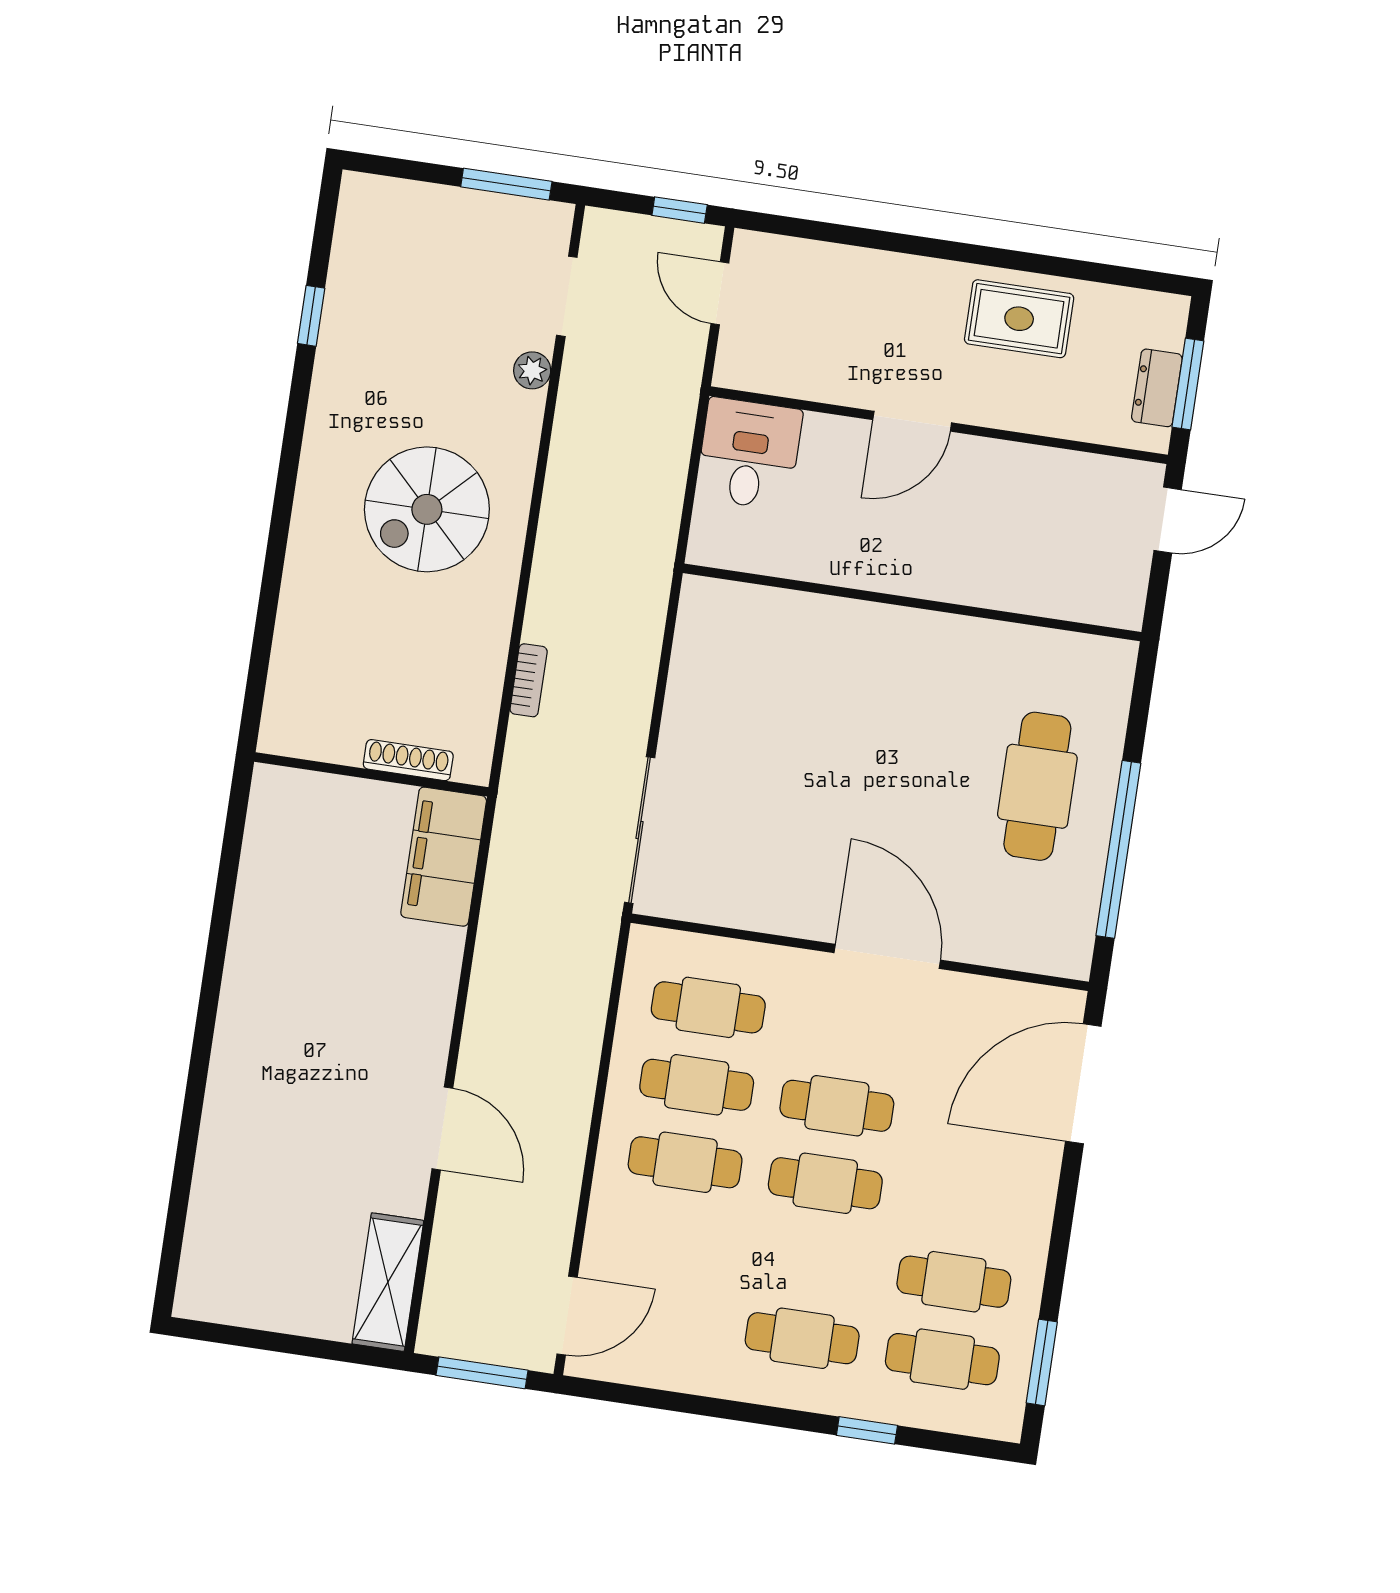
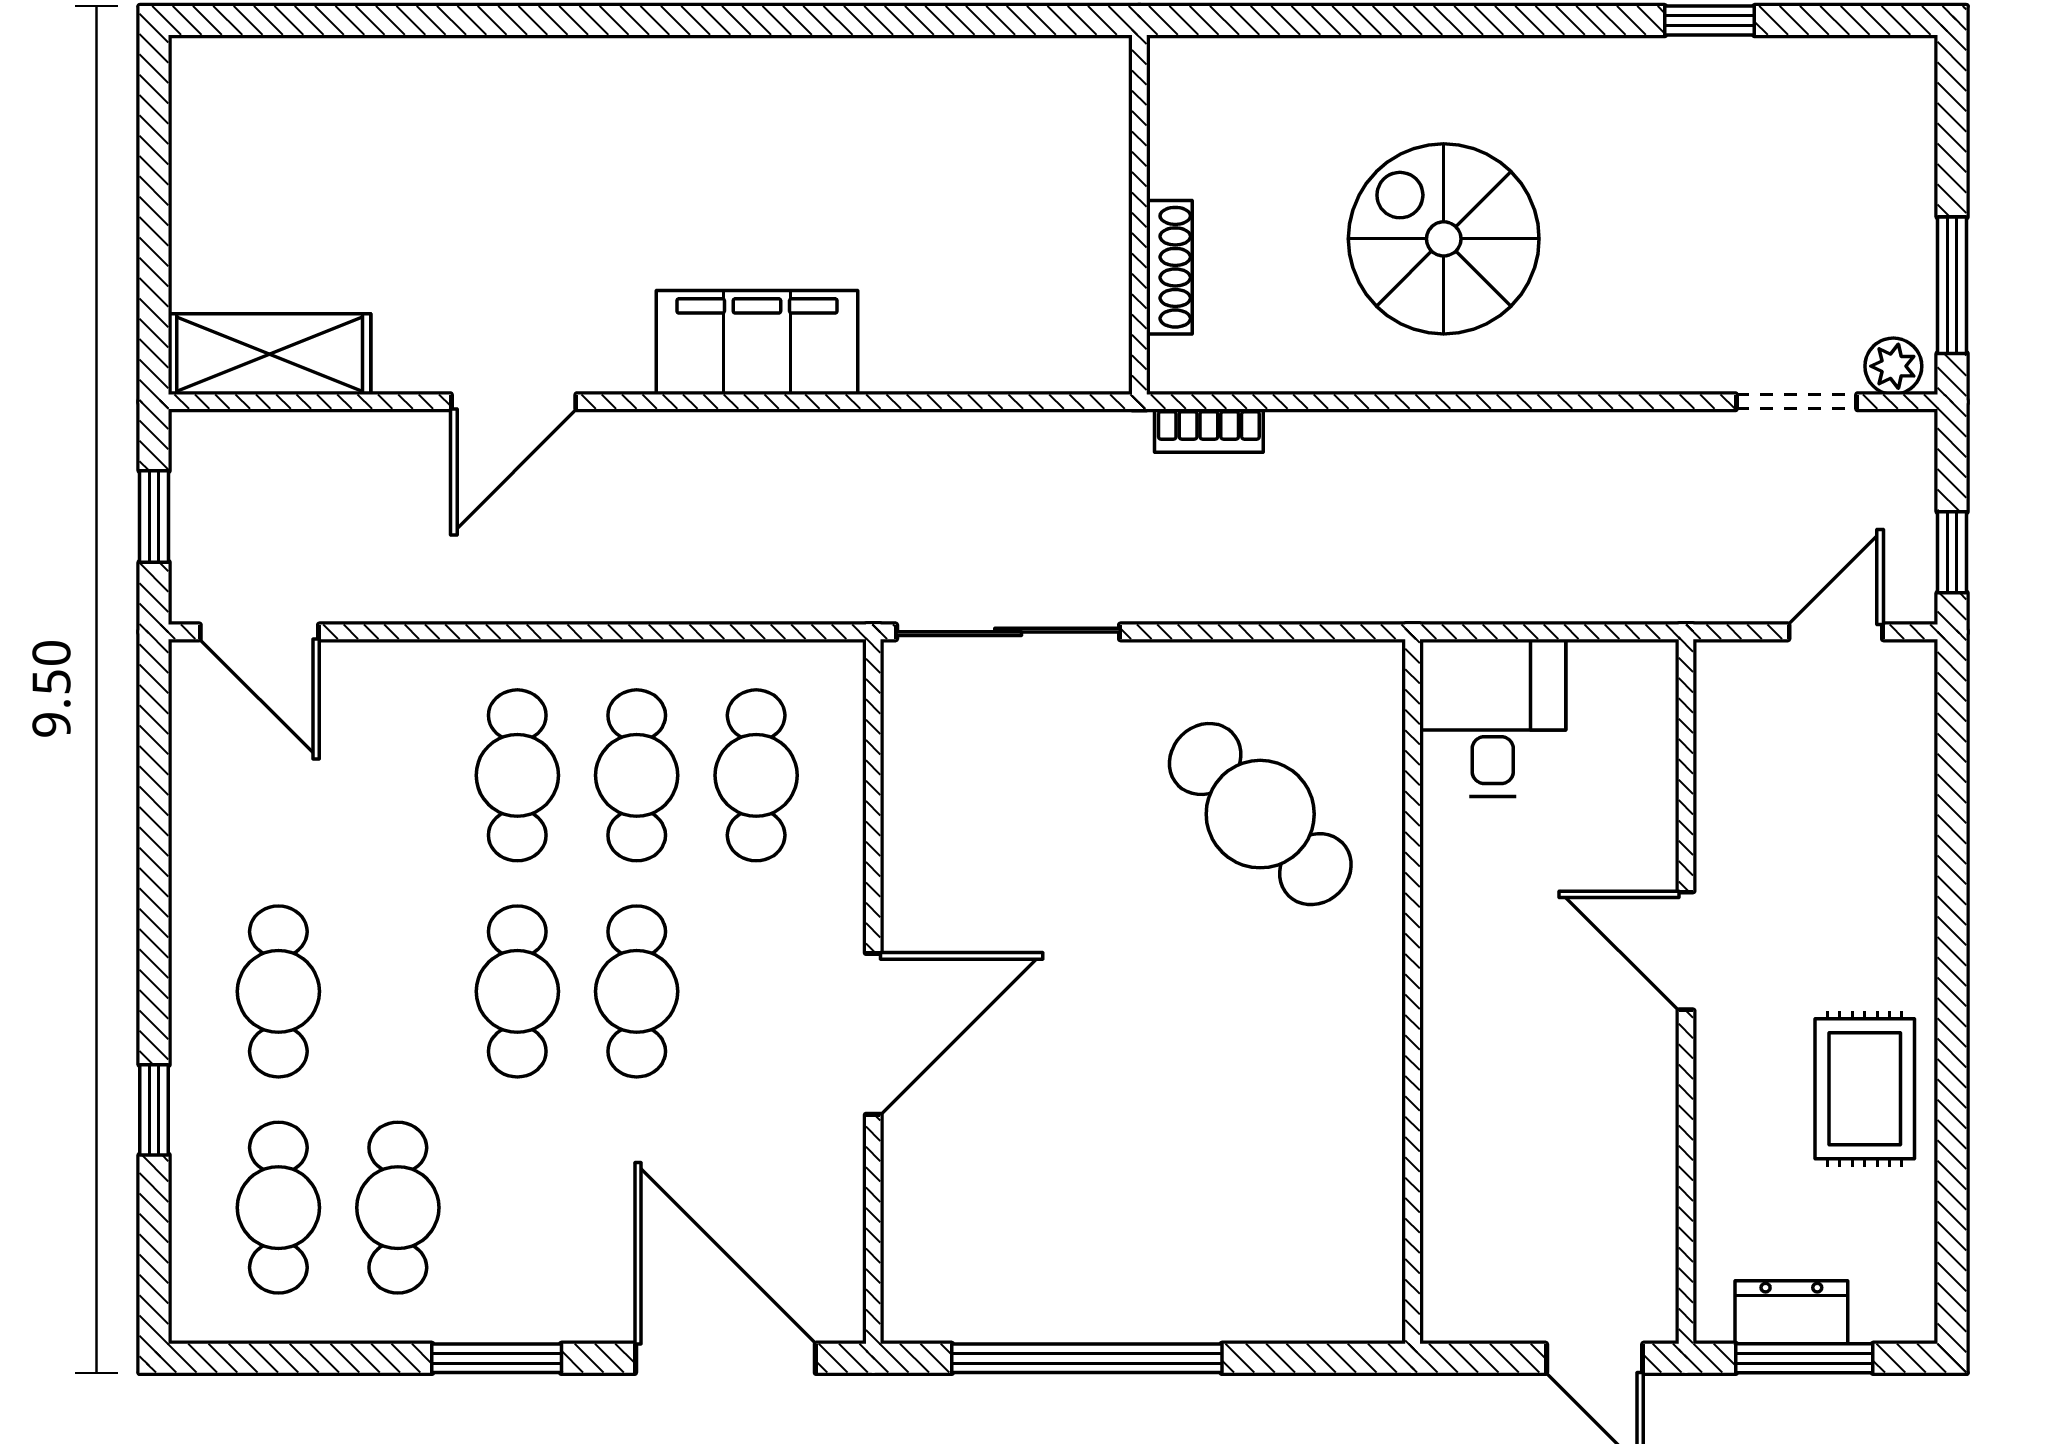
plant: (532, 370) -> (1893, 366), moved
desk: (749, 454) -> (1493, 718), moved, turned -90
shoe rack: (408, 760) -> (1169, 267), moved
wall: (371, 774) -> (1139, 215), moved
cafe table: (1037, 786) -> (1260, 814), moved, turned 45
filing cabinet: (444, 857) -> (757, 342), moved
window: (1042, 1362) -> (497, 1358), moved
window: (482, 1373) -> (154, 516), width x0.67

